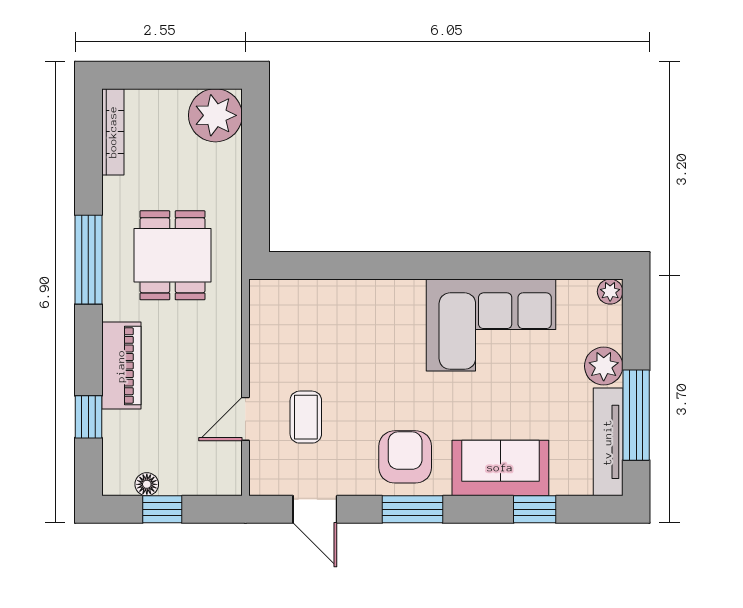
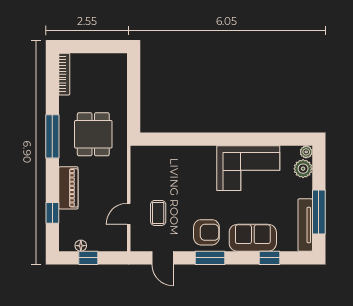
plant: (215, 115) -> (114, 66), removed
plant: (604, 366) -> (303, 169), moved
armchair: (405, 457) -> (206, 232), turned 90

